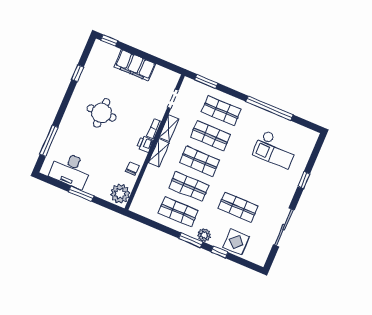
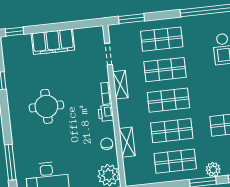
shelving: (159, 153) -> (127, 142), moved

